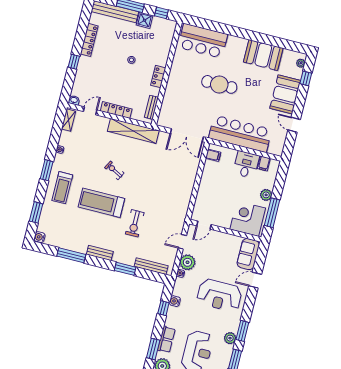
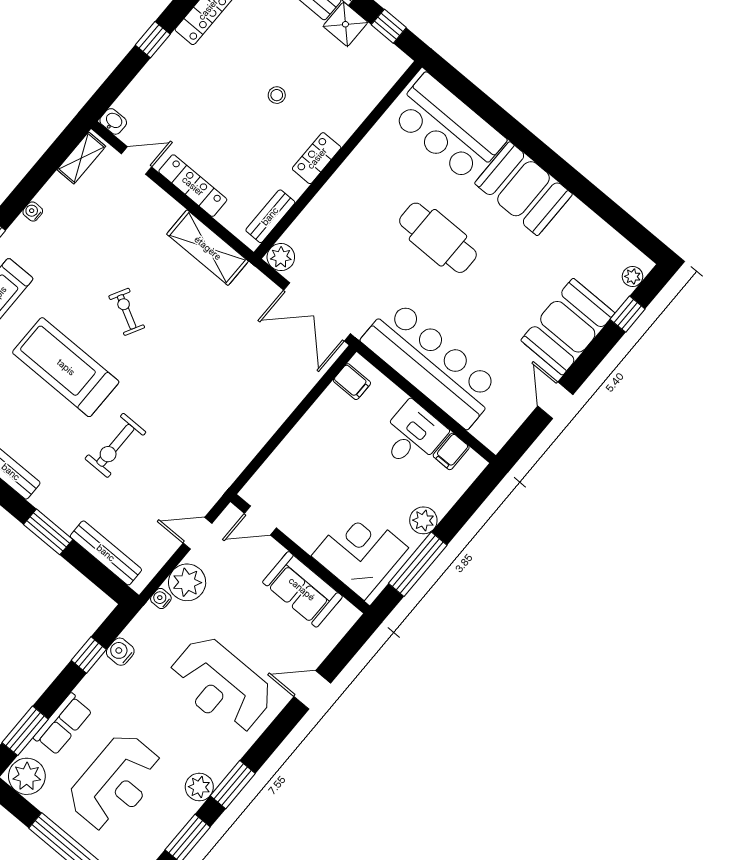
booth: (263, 55) -> (523, 189), moved
plant: (163, 121) -> (281, 257), added
shelving: (133, 131) -> (208, 248), width x0.68
sofa: (248, 254) -> (302, 589), moved, turned -90

